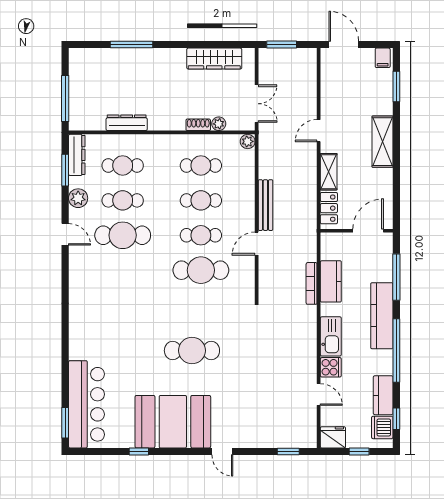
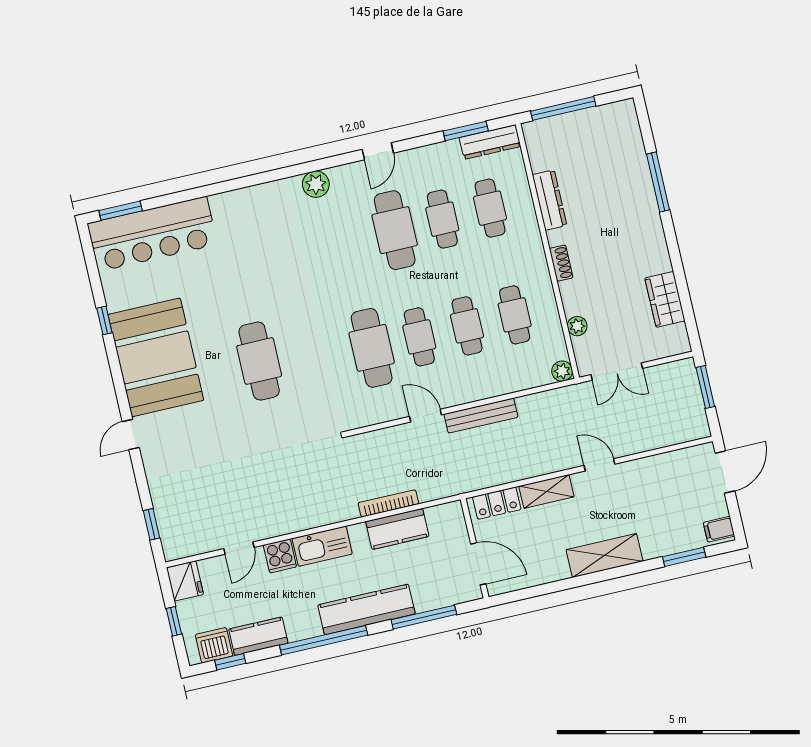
wardrobe: (214, 59) -> (665, 299), width x0.67
shoe rack: (198, 125) -> (561, 263), moved
plant: (78, 198) -> (316, 184), moved

